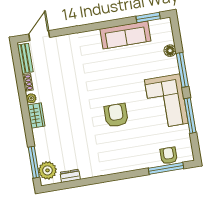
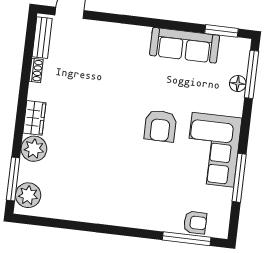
window: (182, 70) -> (252, 74), moved
plant: (31, 98) -> (34, 149), moved, width x1.88, depth x1.88
armchair: (116, 115) -> (160, 126), moved, turned 180
armchair: (169, 156) -> (195, 223), turned 90
dresser: (70, 176) -> (56, 211), removed

